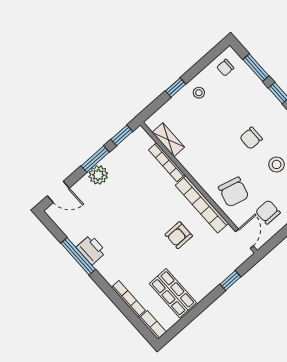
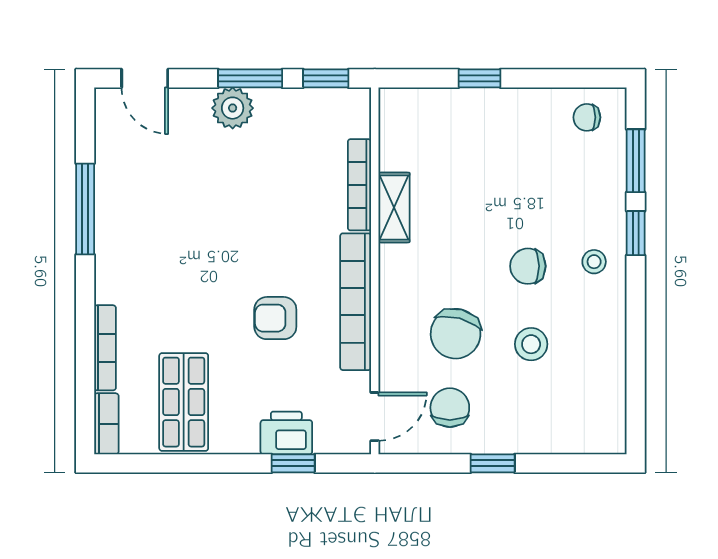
stool: (199, 93) -> (594, 262), moved
shelving: (168, 140) -> (394, 207), moved
chair: (234, 192) -> (456, 334), moved
printer: (91, 250) -> (286, 433), moved, turned -90

